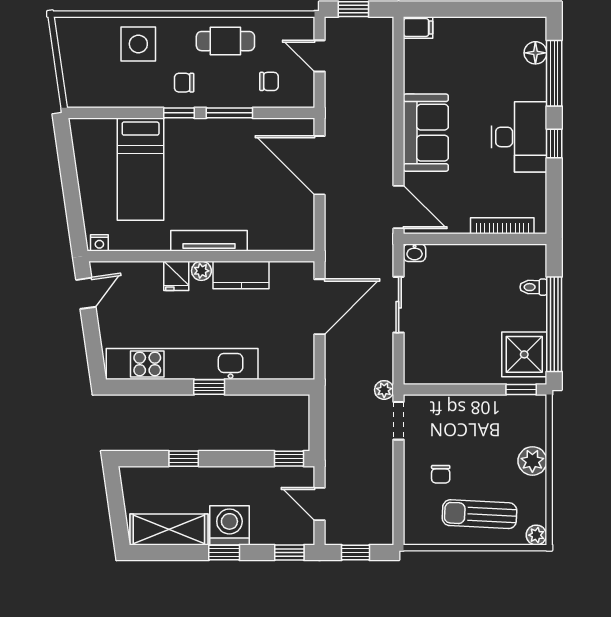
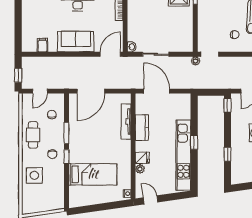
filing cabinet: (418, 27) -> (42, 45), moved
tv unit: (209, 241) -> (126, 121), moved
plant: (201, 271) -> (140, 169), moved

